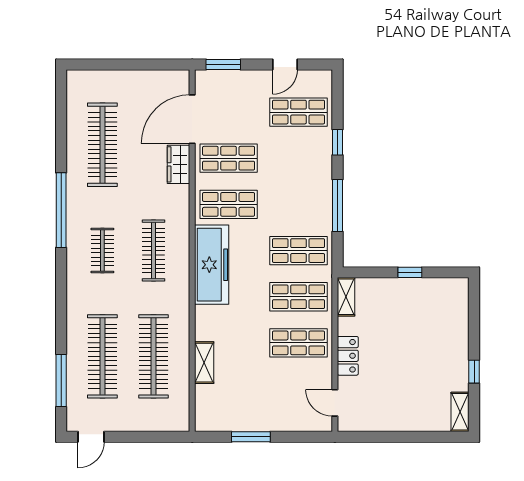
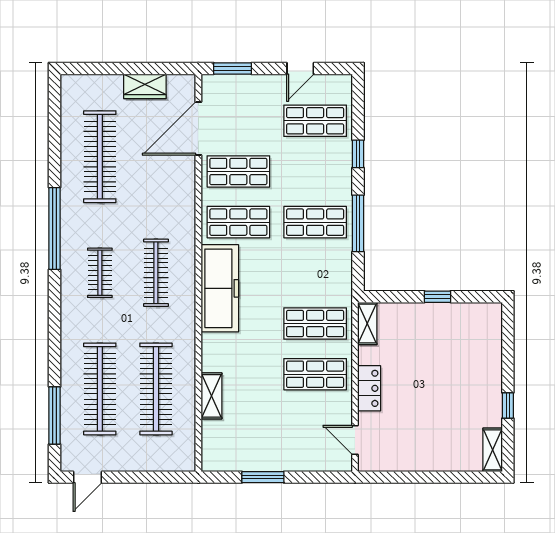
wardrobe: (179, 164) -> (145, 86), moved, turned -90
shop shelf: (298, 251) -> (315, 222), moved

